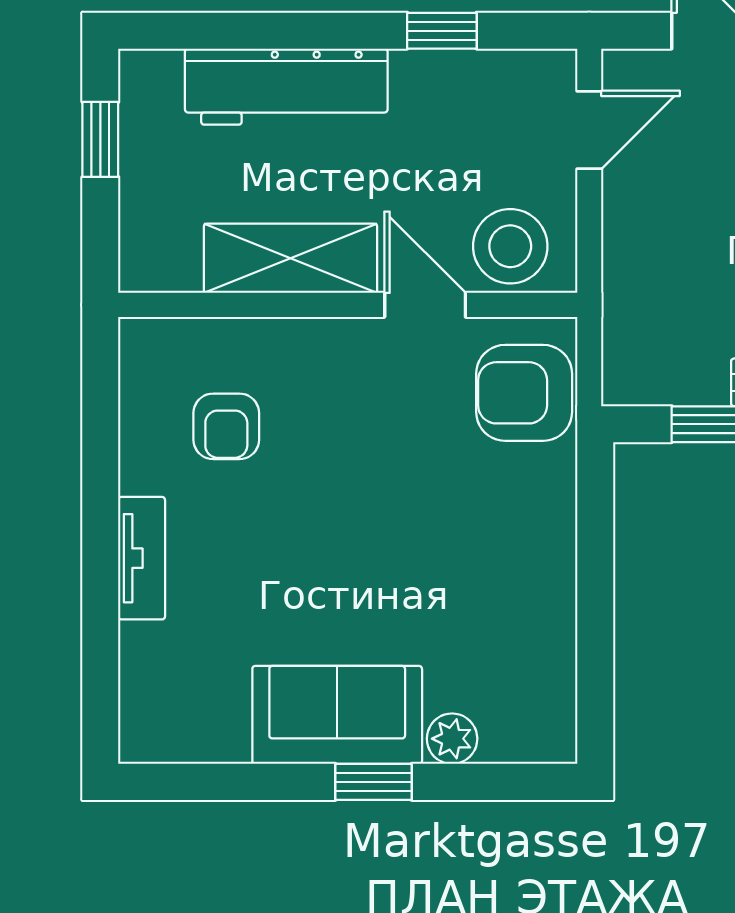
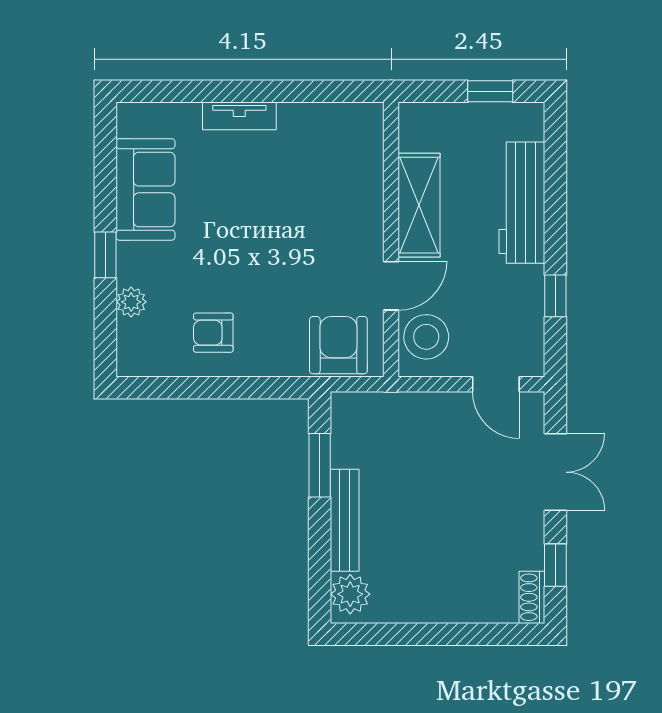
armchair: (226, 426) -> (213, 333), moved
sofa: (337, 715) -> (145, 189), moved

